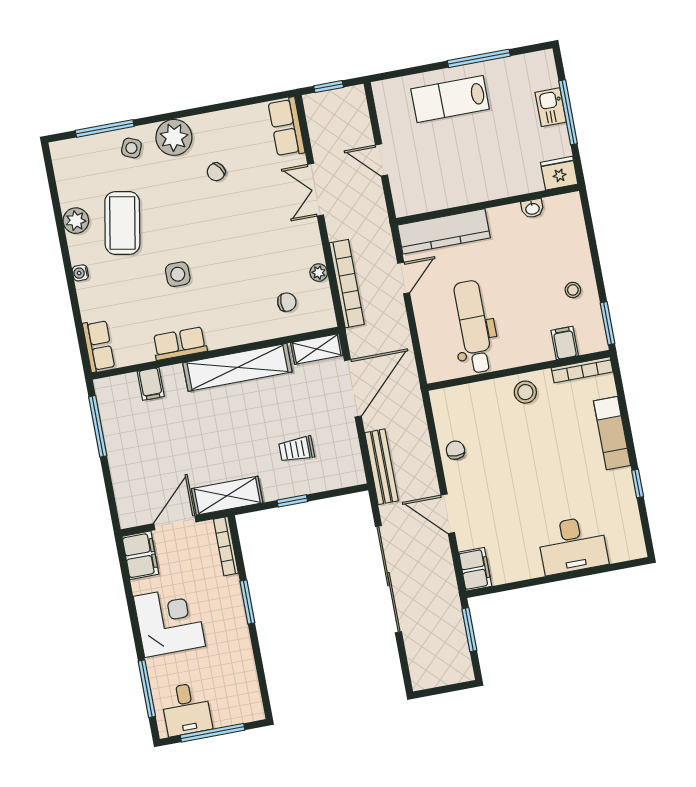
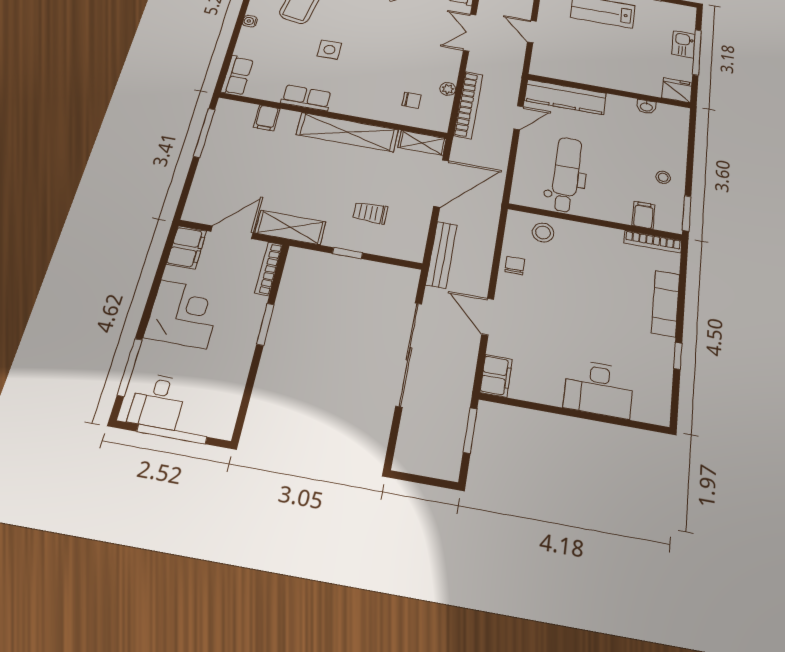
stool: (525, 392) -> (543, 233), moved

